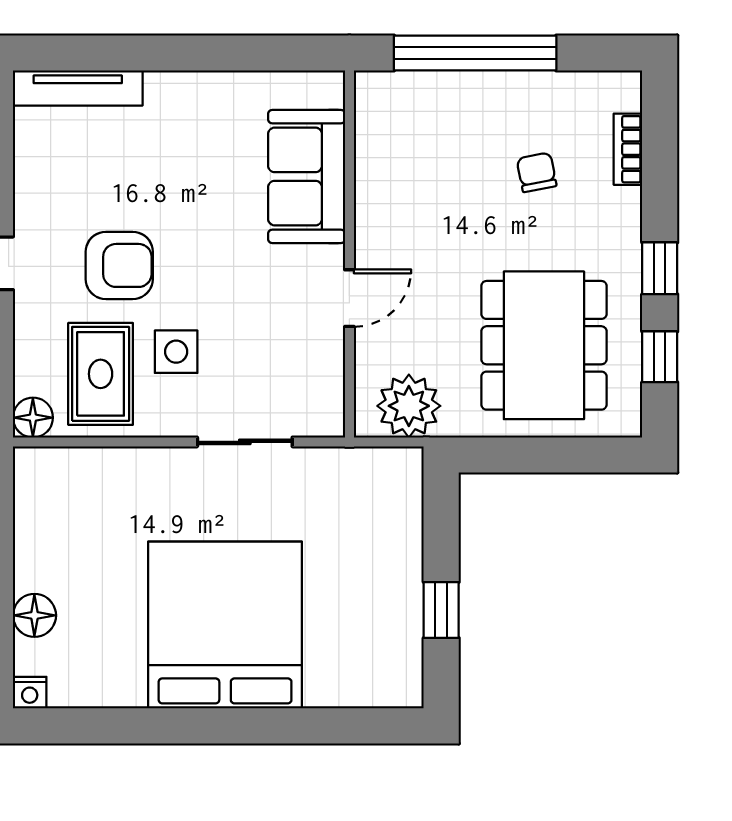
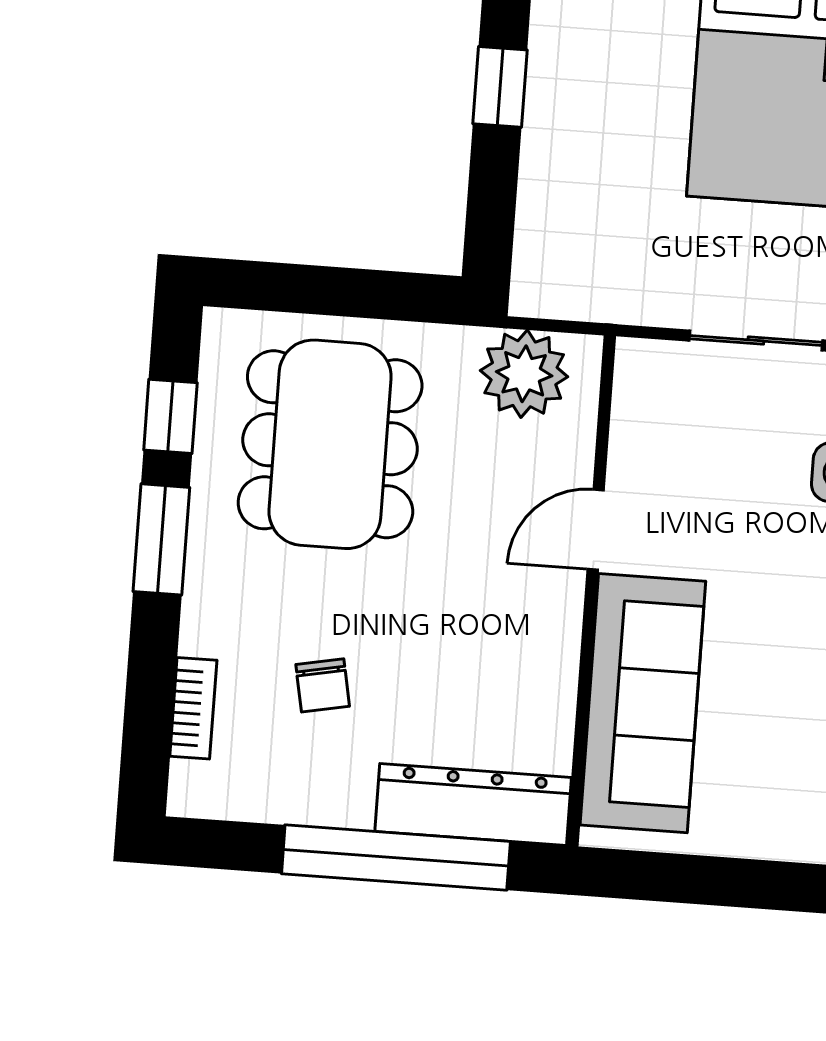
dresser: (423, 95) -> (473, 804), added
sofa: (307, 176) -> (643, 703), width x1.36
window: (660, 268) -> (161, 539), width x1.50

